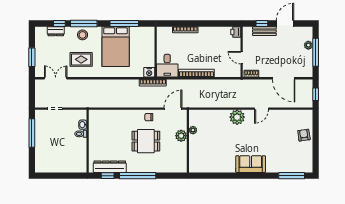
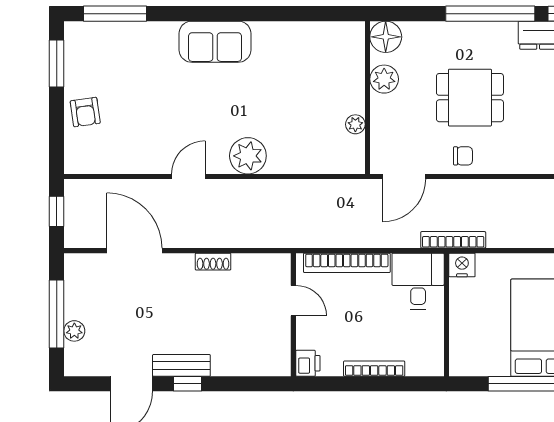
printer: (236, 32) -> (308, 363), moved
wall: (242, 52) -> (293, 315), moved
door: (242, 58) -> (293, 301), moved
plant: (181, 136) -> (384, 79), moved
window: (316, 155) -> (57, 64), added
floor lamp: (180, 166) -> (386, 37), added

